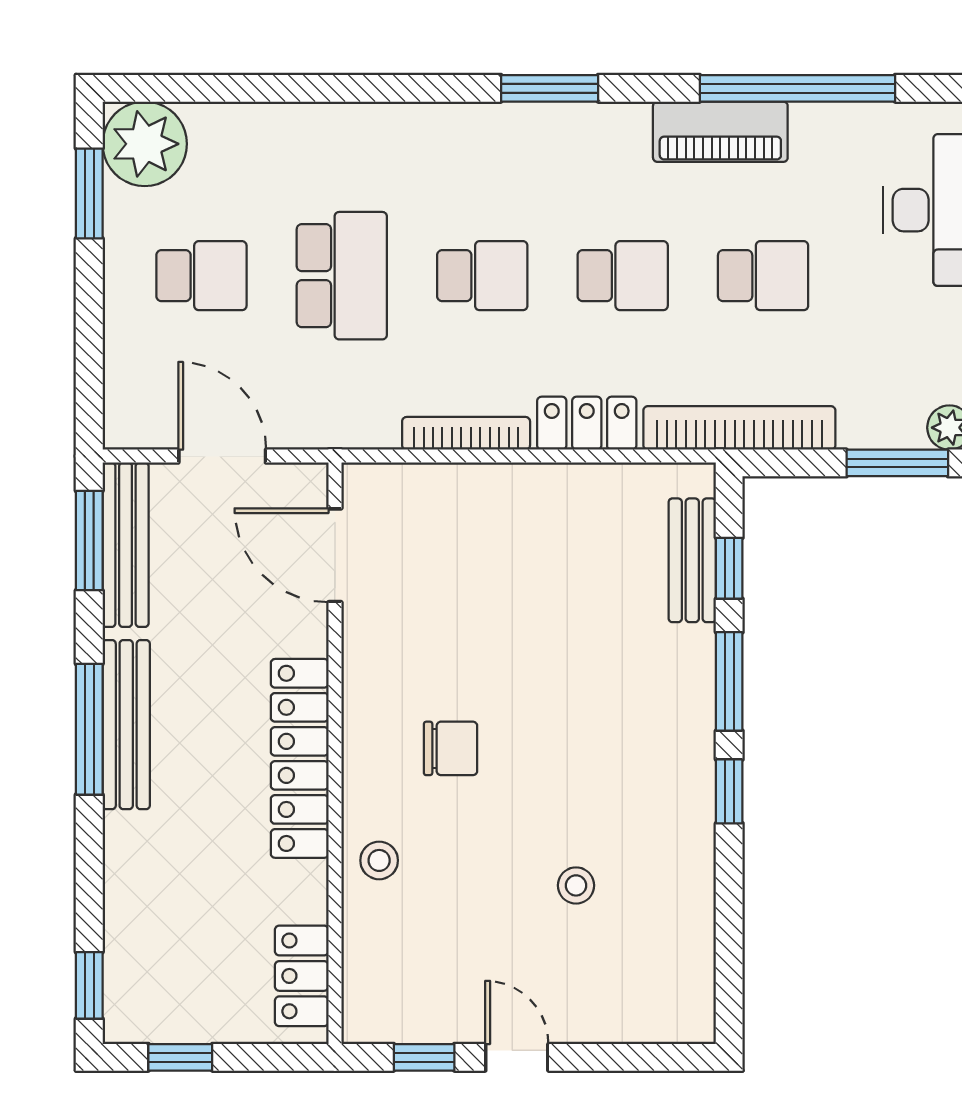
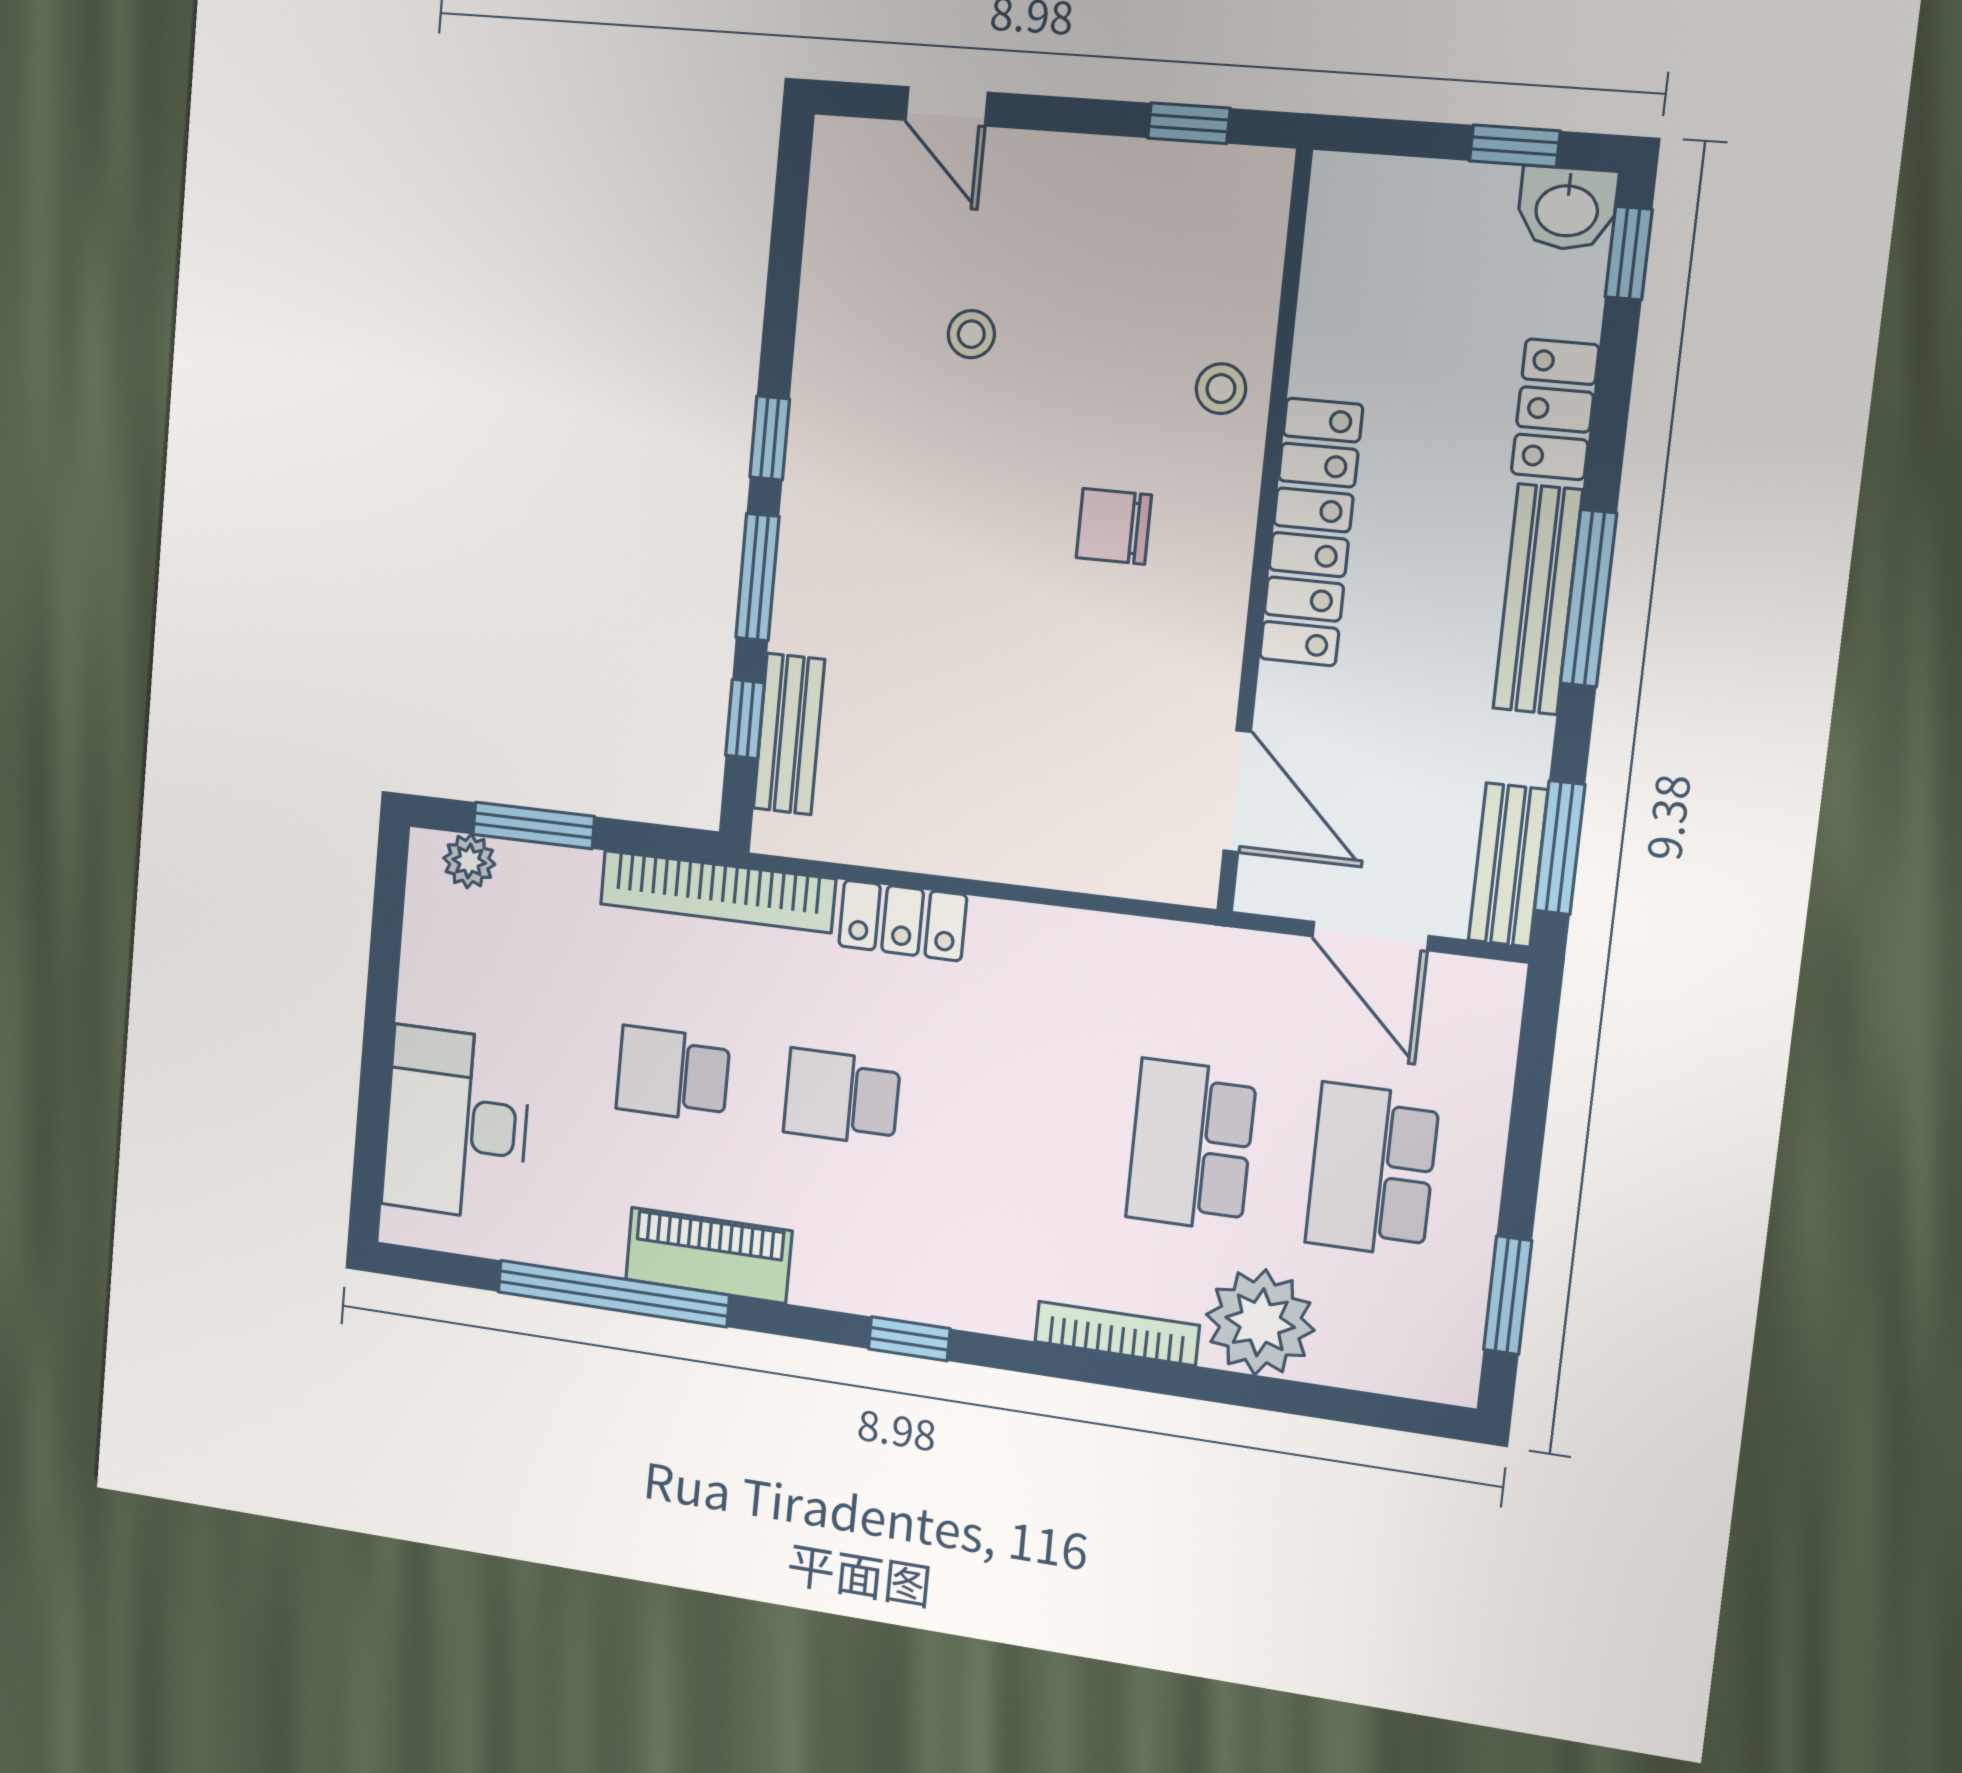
window: (550, 88) -> (909, 1339), width x0.67
plant: (145, 144) -> (1260, 1322), moved
school desk: (201, 276) -> (1372, 1170), width x1.85
school desk: (482, 276) -> (1014, 1121), removed
bookcase: (466, 433) -> (1117, 1333), moved, turned 180
bench: (126, 545) -> (1508, 865), width x0.73
locker: (302, 976) -> (1555, 409), moved, turned 180
washbasin: (137, 1015) -> (1567, 208), added
door: (517, 1057) -> (947, 106), moved

